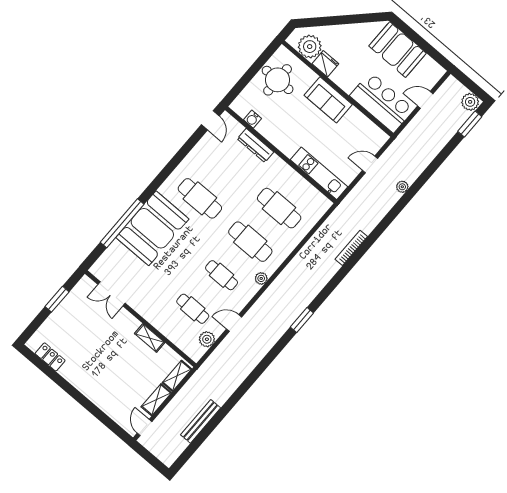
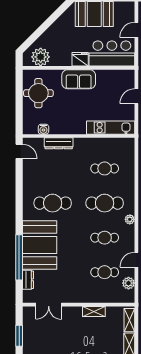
fridge: (325, 64) -> (80, 59), moved
cafe table: (279, 208) -> (105, 168), width x0.73, depth x0.74
dresser: (112, 252) -> (28, 280), added

